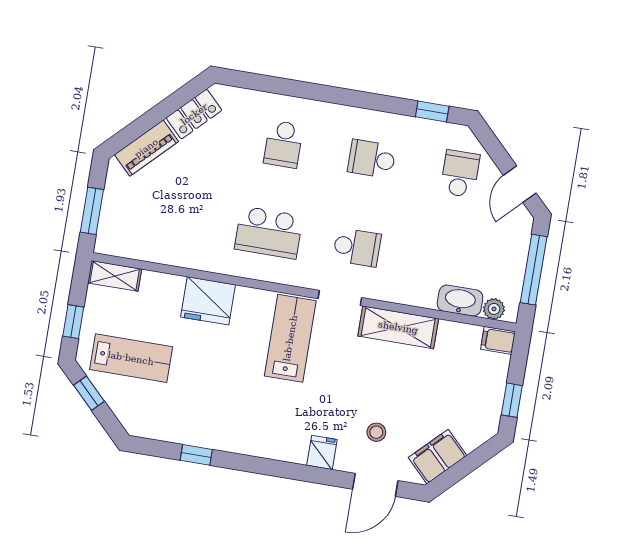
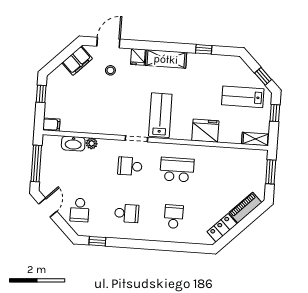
plant: (494, 309) -> (92, 143), moved
shelving: (398, 327) -> (166, 59), moved
lab bench: (290, 338) -> (160, 115), turned 180

